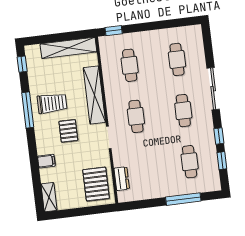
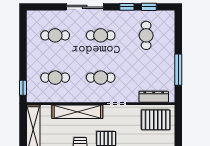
cafe table: (190, 162) -> (146, 35), turned 90
dresser: (122, 179) -> (154, 97), width x1.44
window: (183, 199) -> (178, 70), moved

